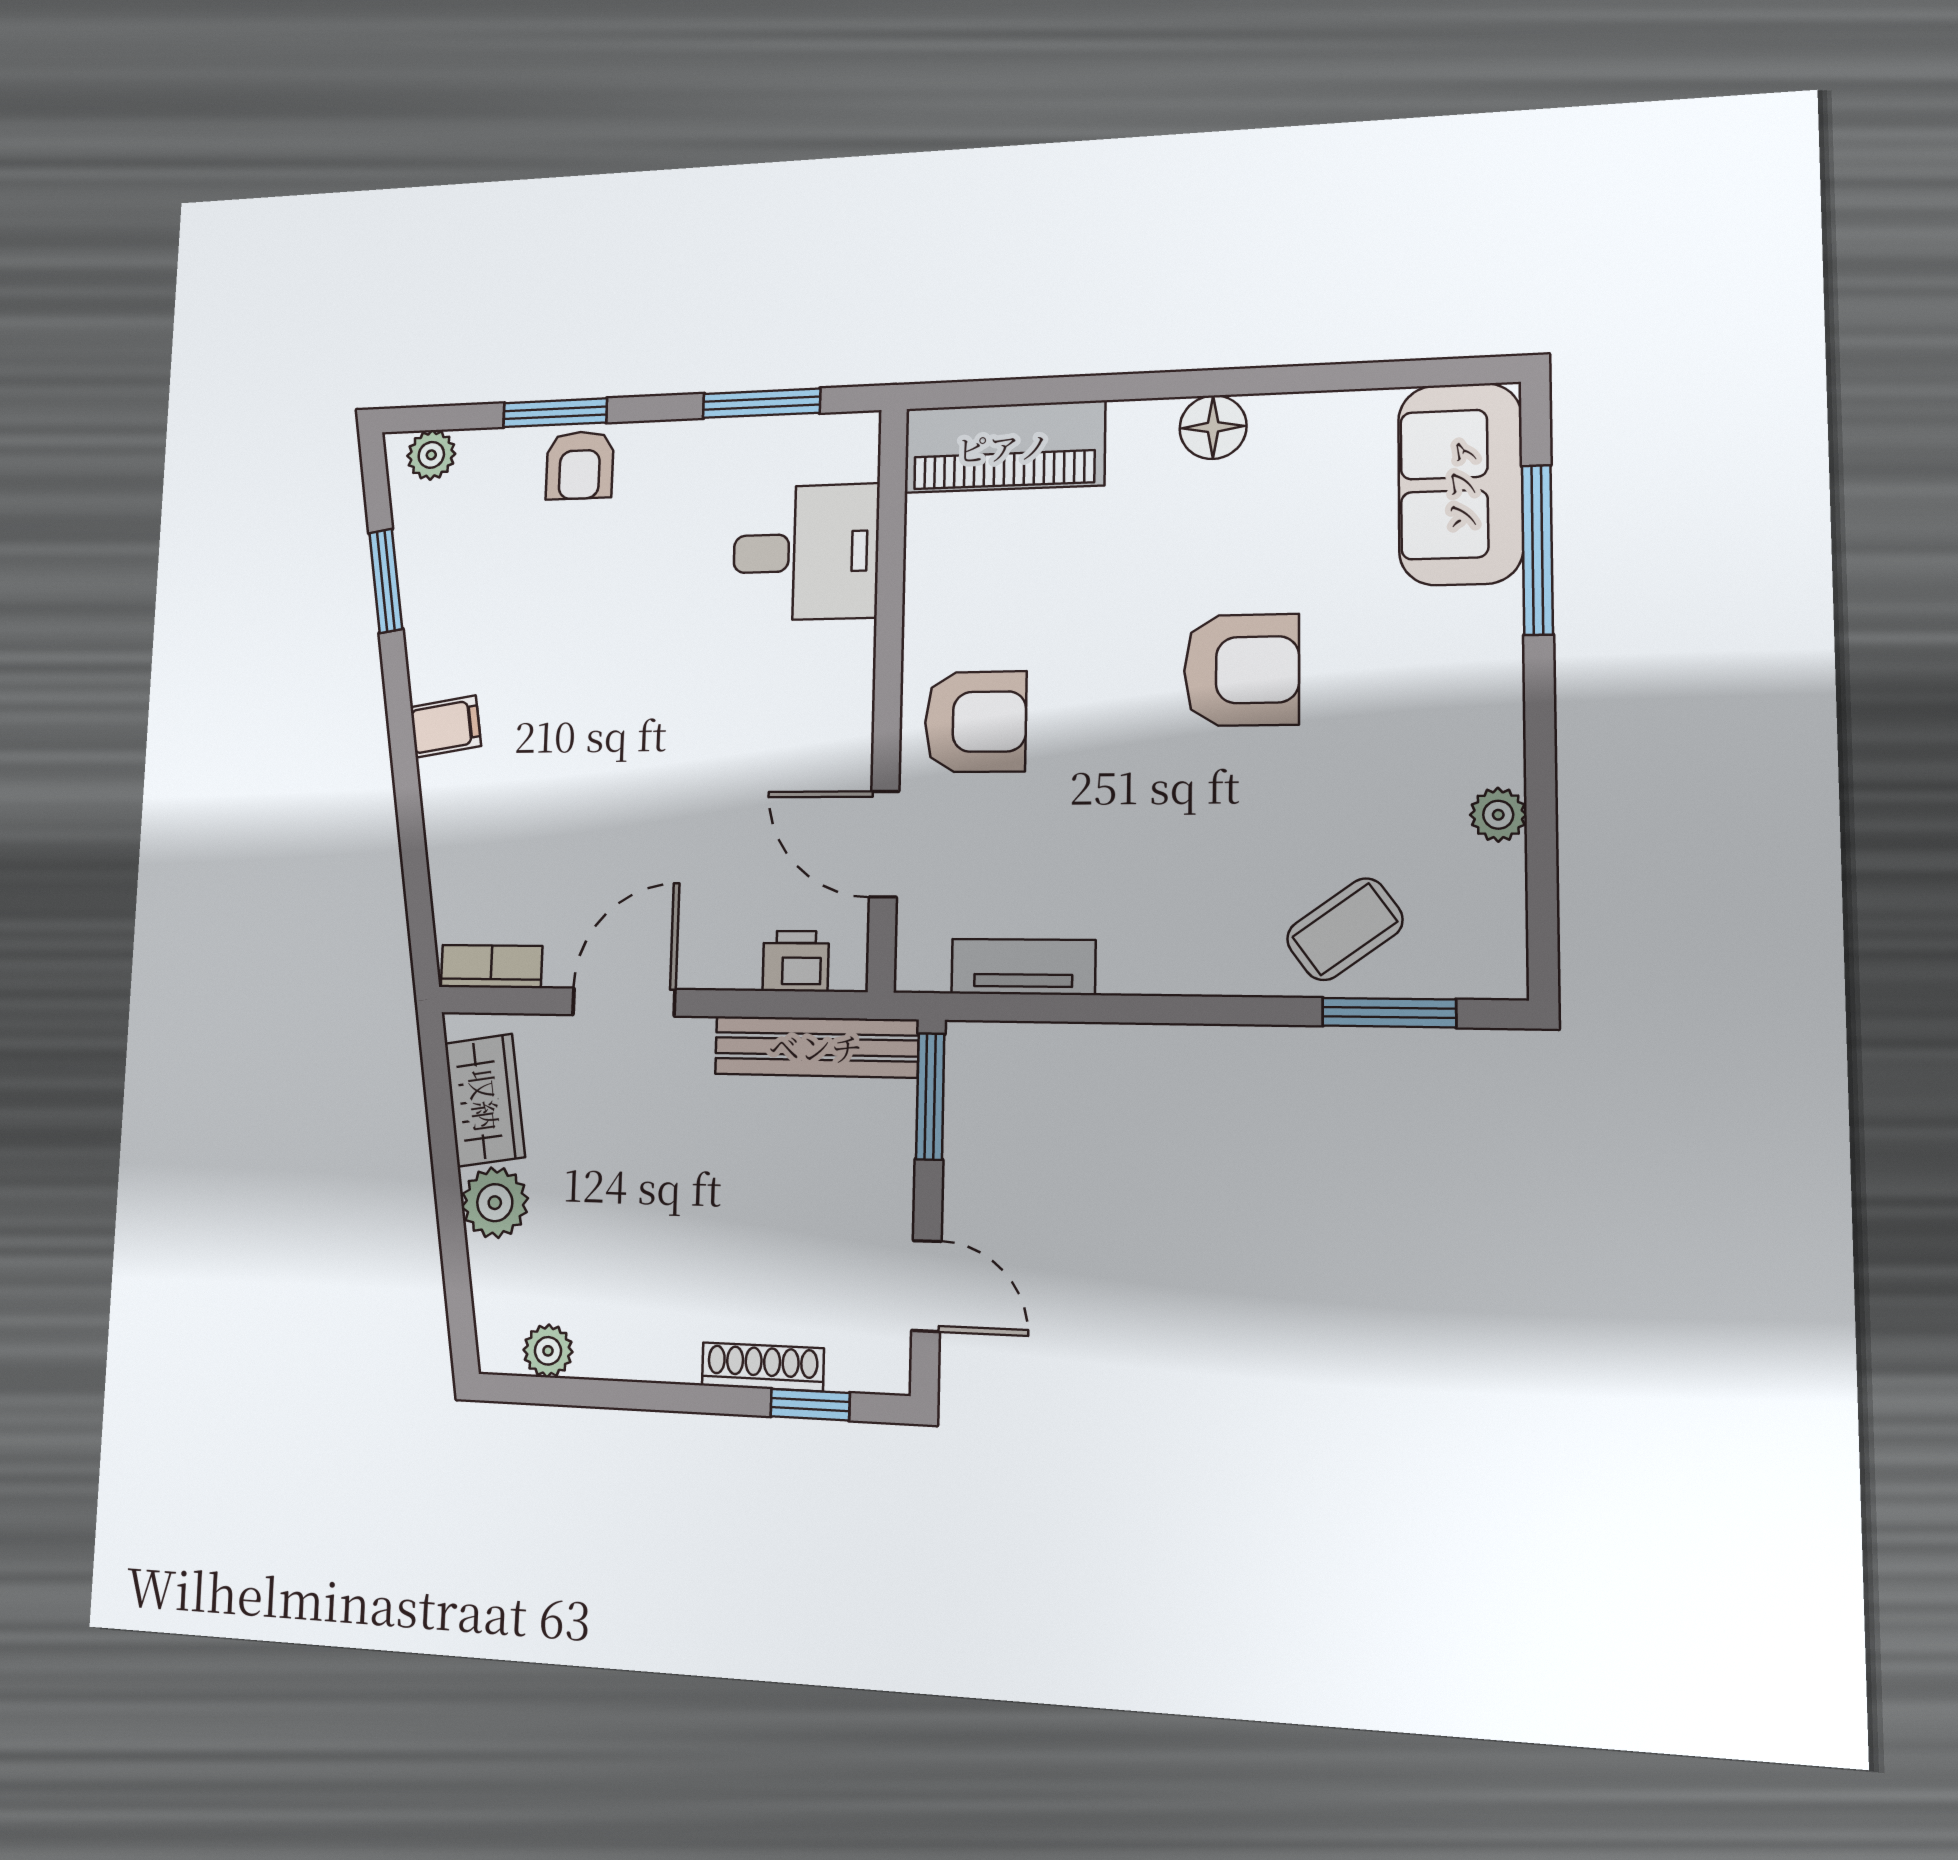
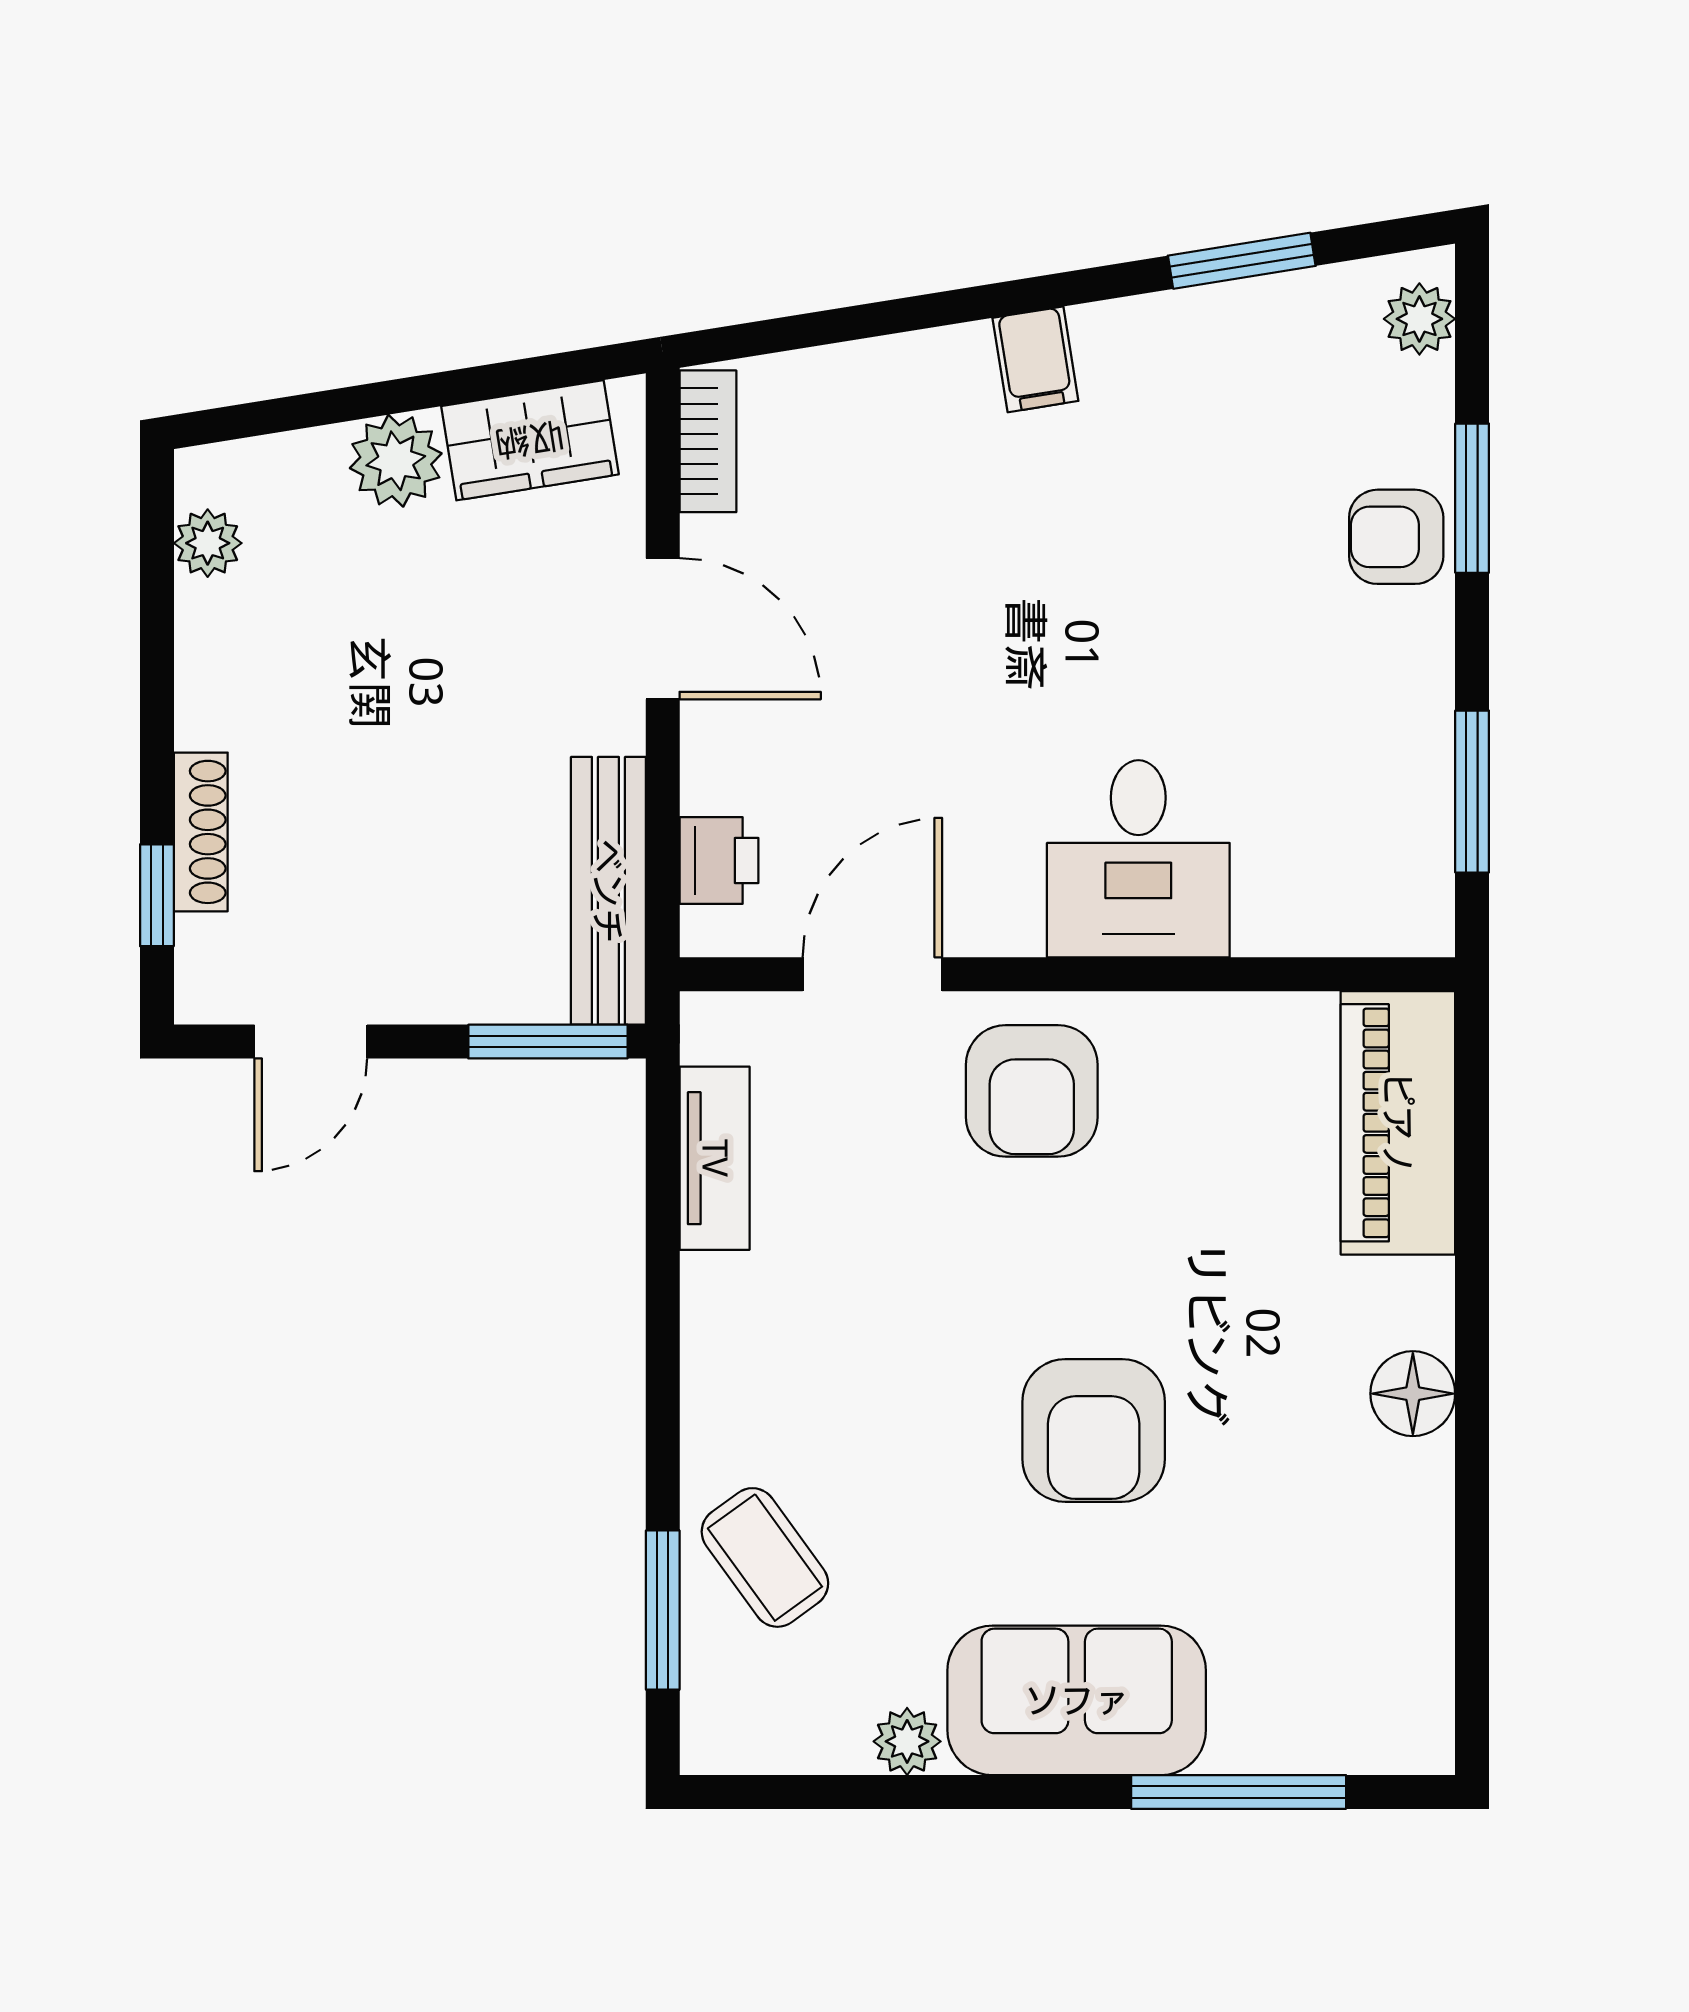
sofa: (1460, 484) -> (1077, 1700), moved
desk: (806, 552) -> (1138, 859), moved

